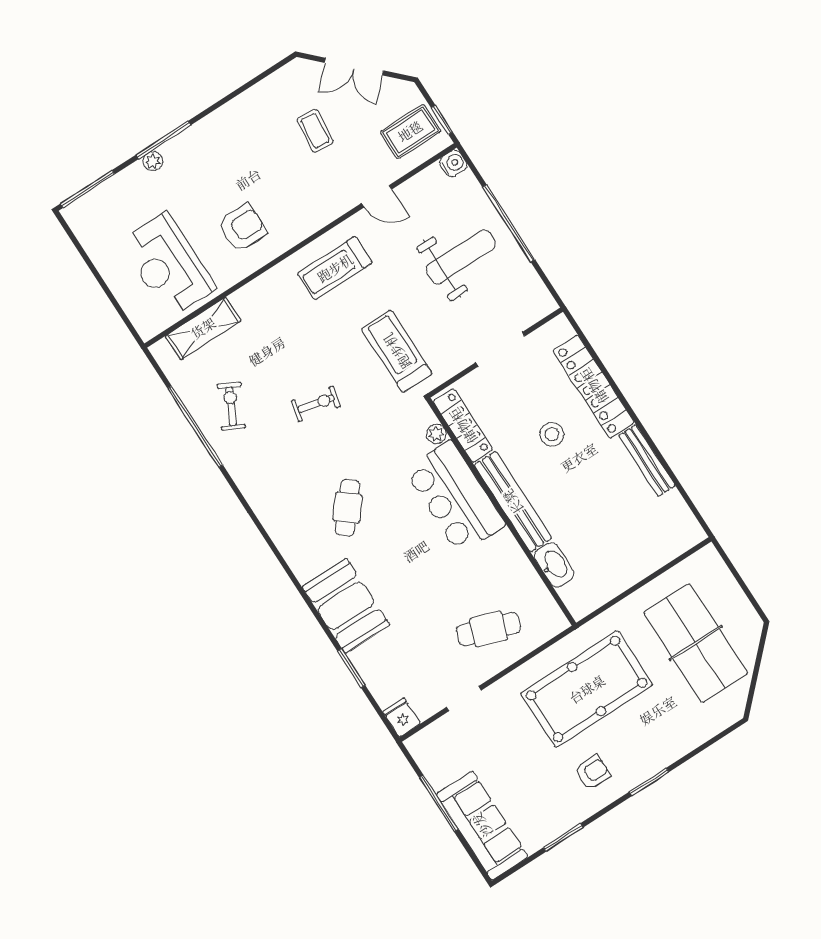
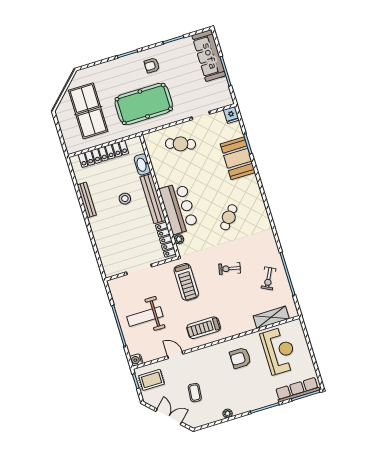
plant: (153, 161) -> (228, 414), moved
row of seats: (108, 196) -> (297, 390), added
treadmill: (335, 268) -> (204, 328), turned 180
locker: (594, 386) -> (103, 154), moved, turned 90
stool: (552, 434) -> (125, 199), moved
booth: (346, 606) -> (238, 158), moved

